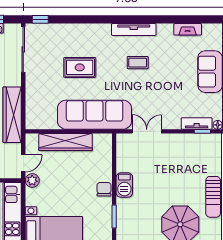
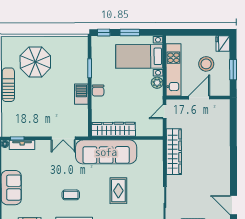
rug: (80, 67) -> (118, 191), turned 90
wardrobe: (66, 142) -> (113, 129), moved
plant: (32, 180) -> (157, 83), moved

